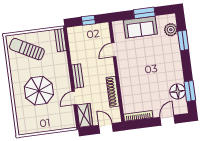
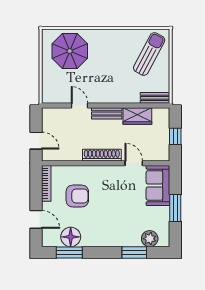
sofa: (140, 27) -> (158, 185), moved
armchair: (145, 90) -> (77, 196), added
parasol: (39, 91) -> (70, 51), moved
shoe rack: (113, 92) -> (102, 155), moved
wardrobe: (85, 115) -> (137, 116), moved
door: (106, 128) -> (36, 141), hinge flipped

